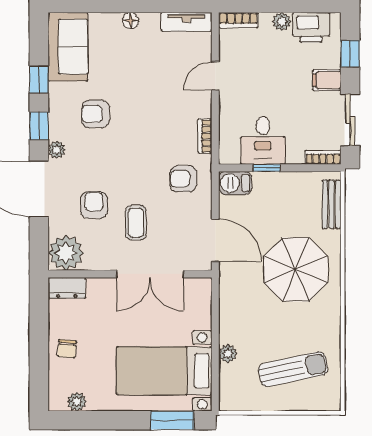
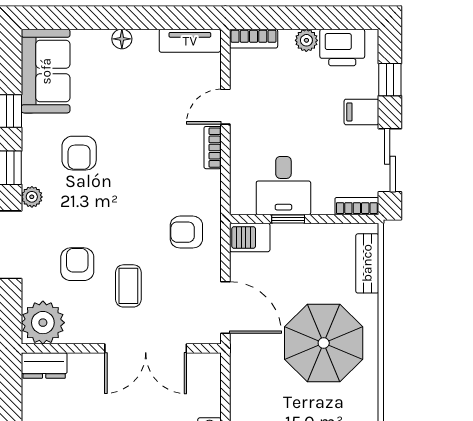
armchair: (96, 114) -> (79, 153), turned -90
bookcase: (205, 136) -> (213, 148), moved

